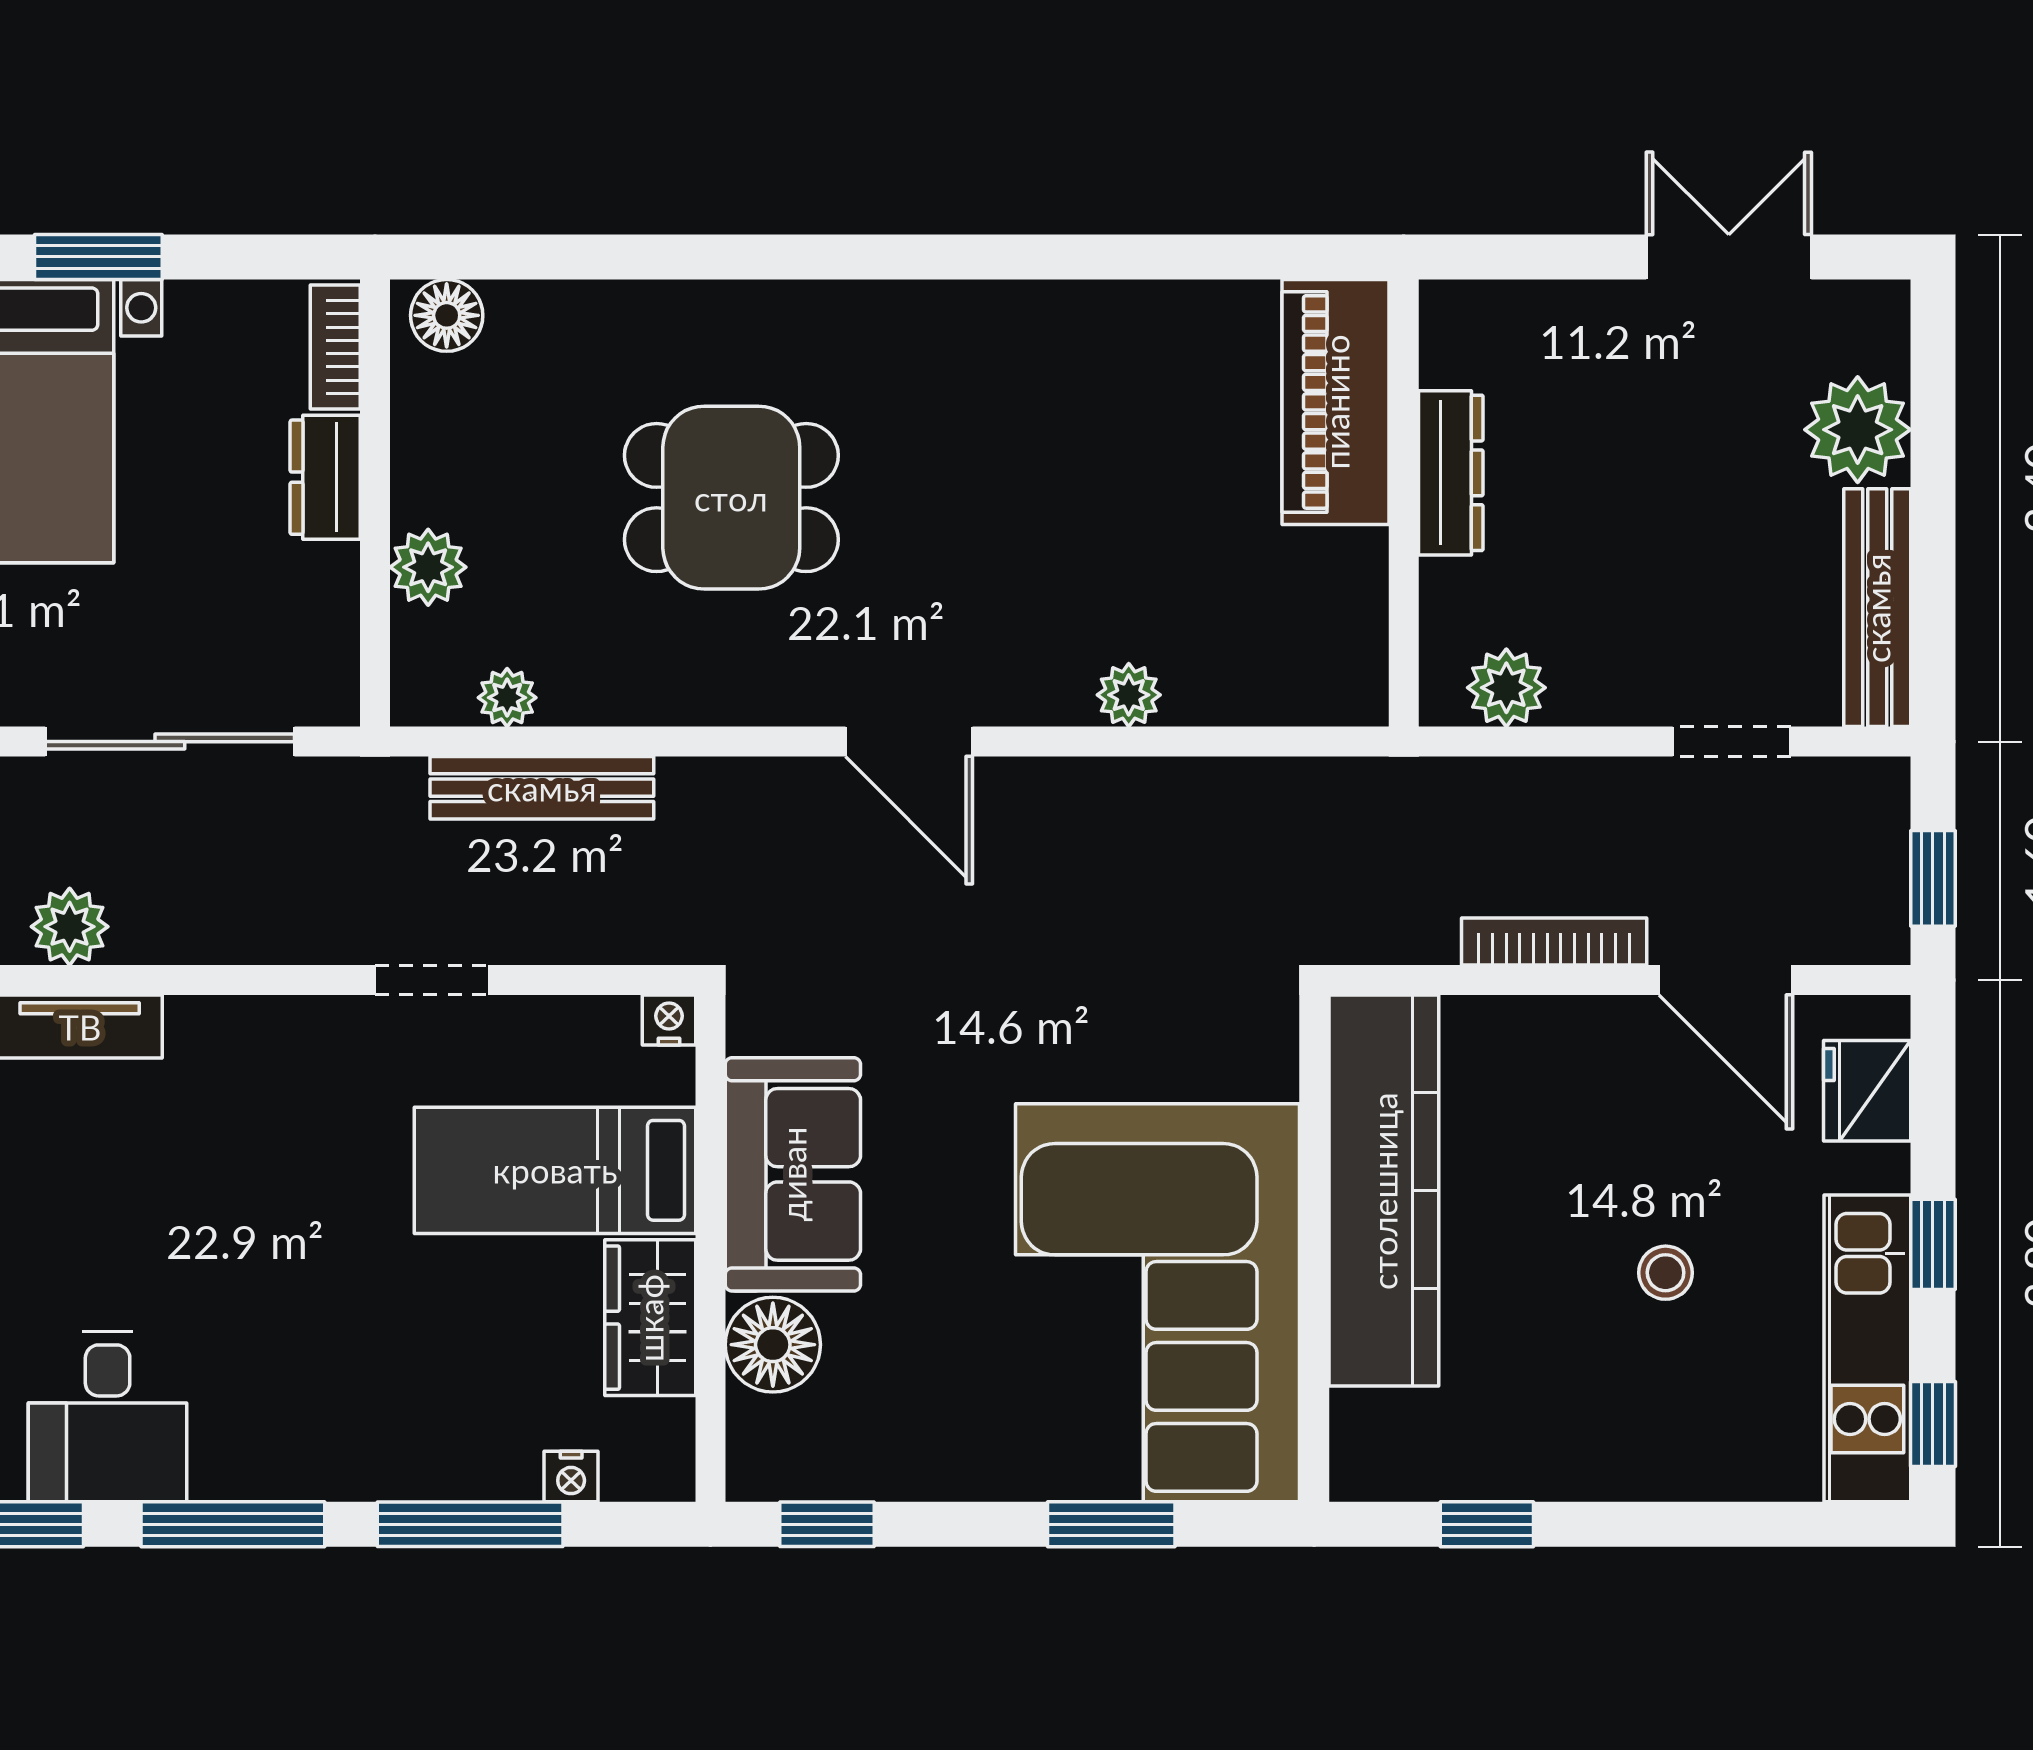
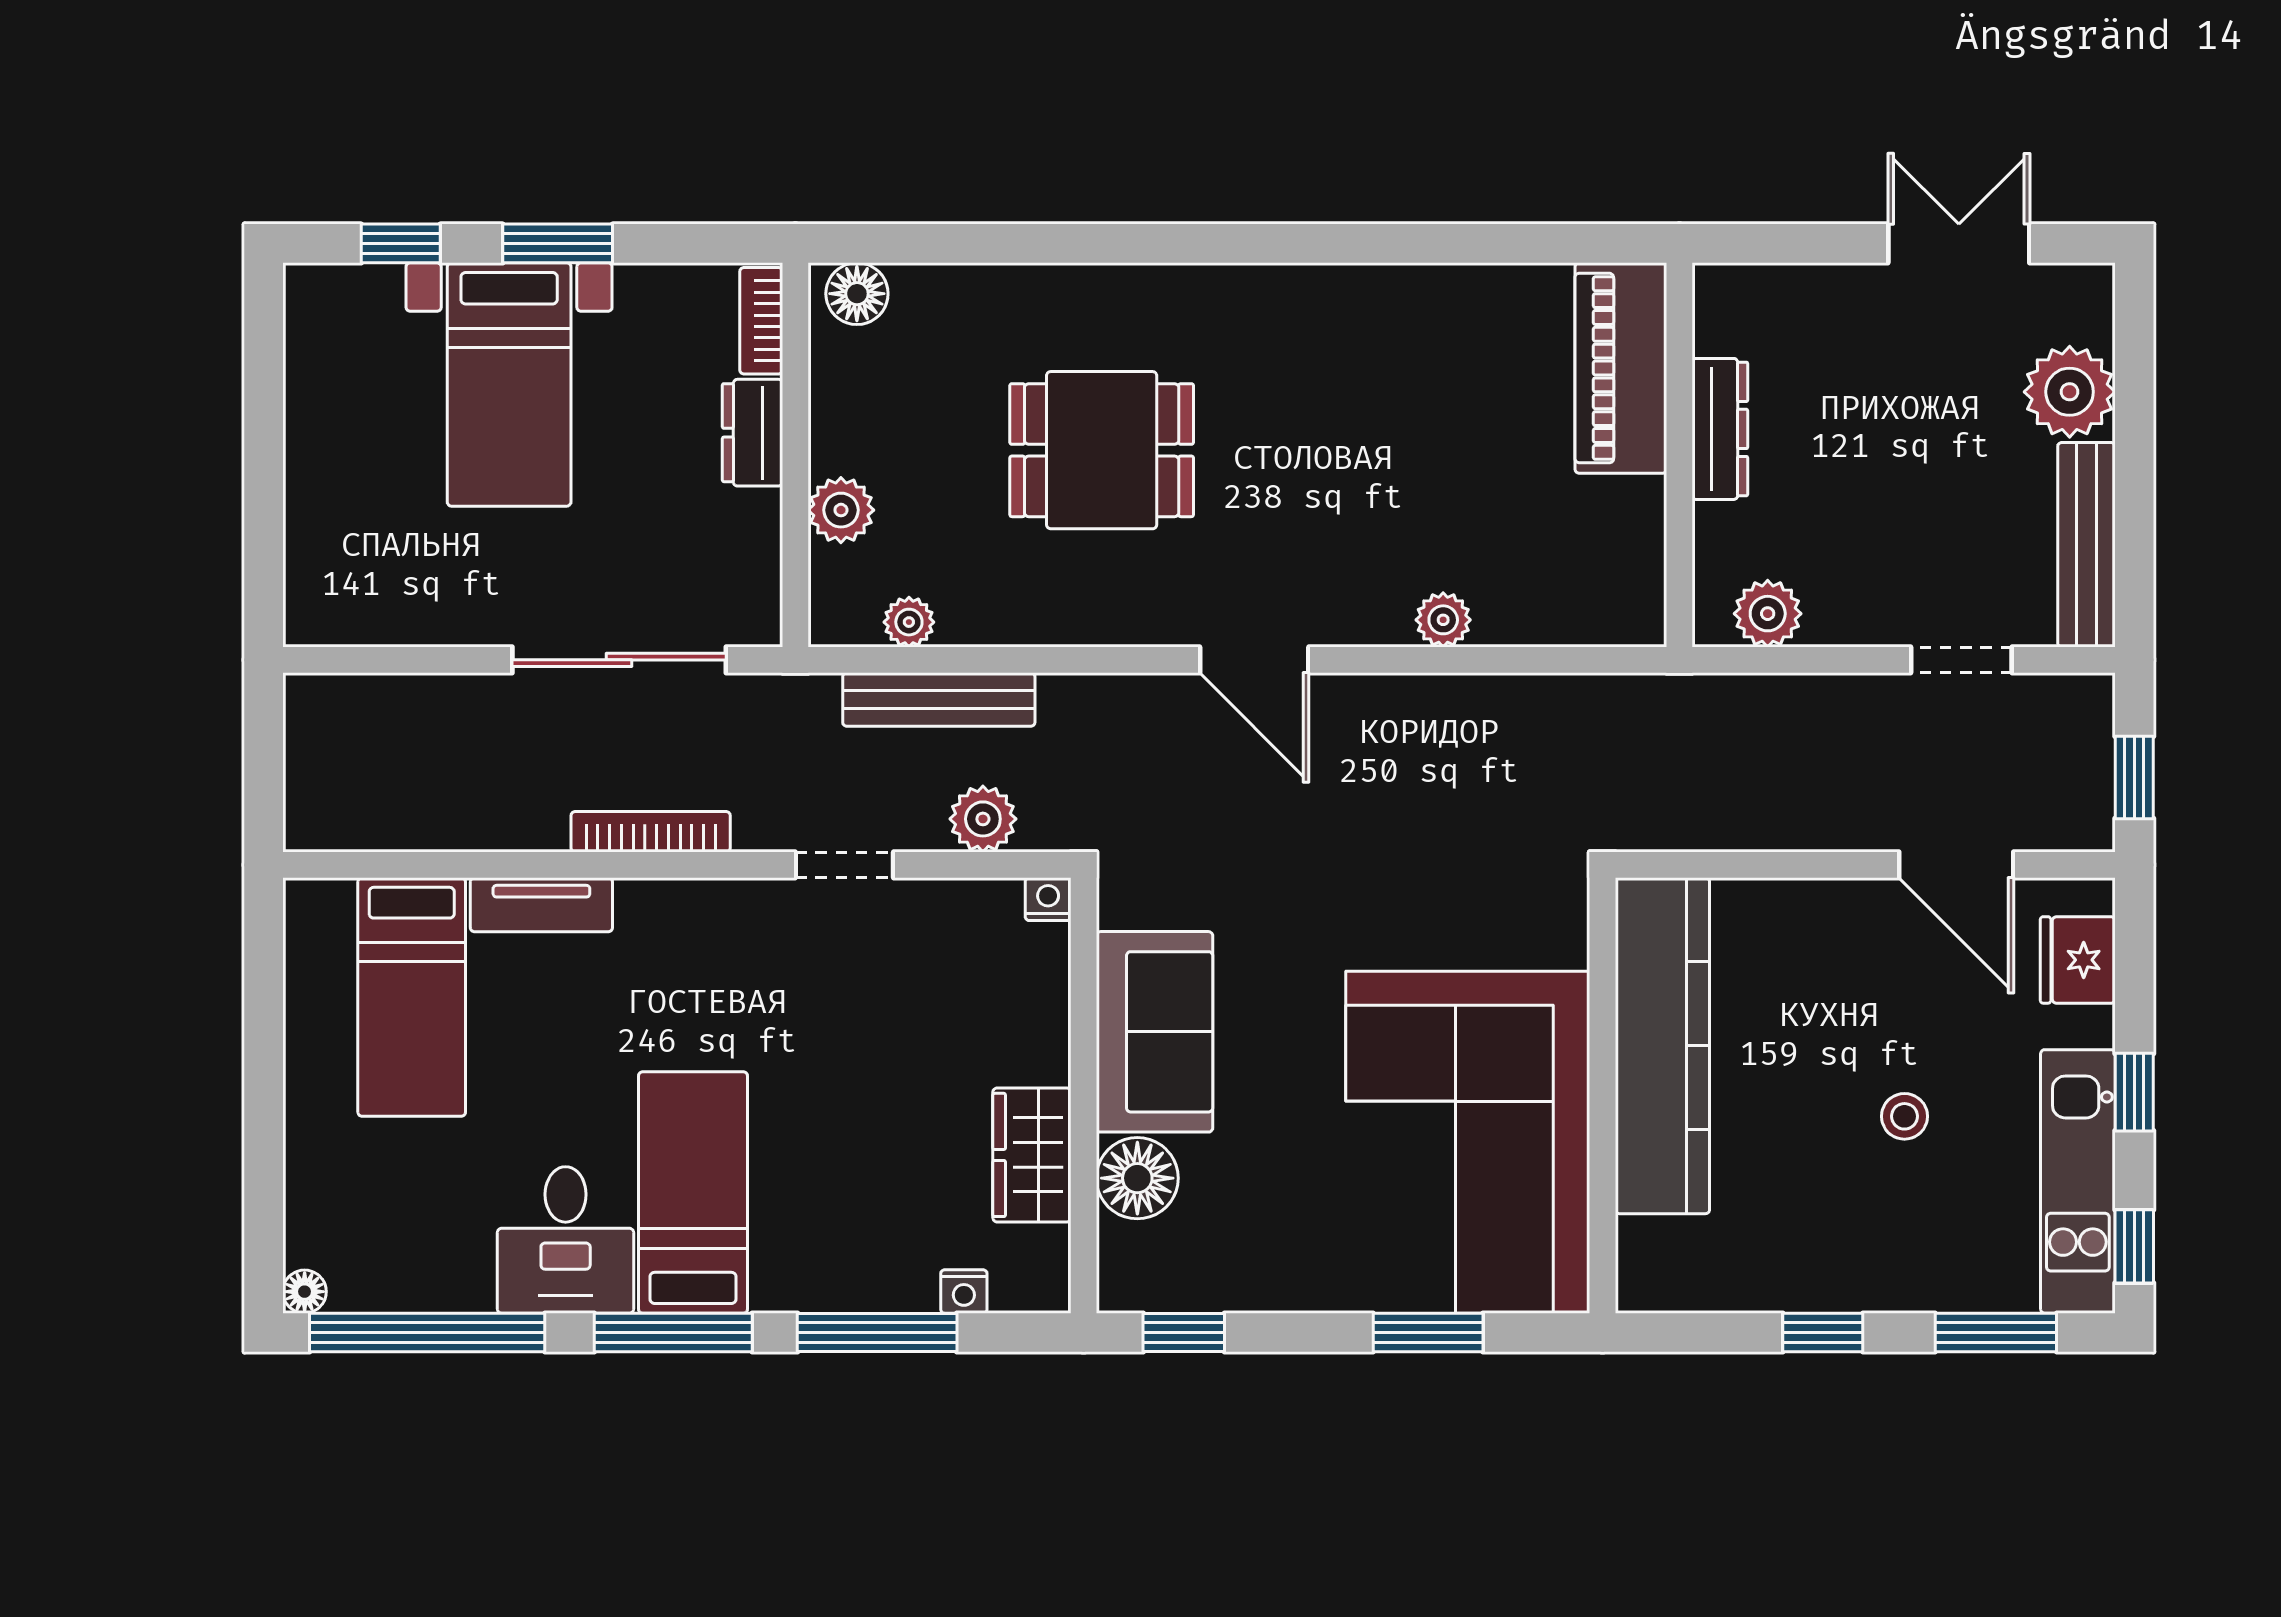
plant: (70, 927) -> (983, 819), moved
bookcase: (1554, 941) -> (651, 832), moved
bed: (555, 1170) -> (693, 1192), moved, turned 90
window: (1487, 1524) -> (1823, 1333), moved
window: (1772, 1524) -> (1996, 1333), added

